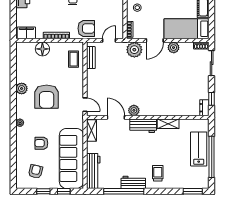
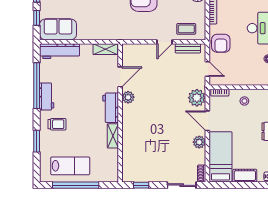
door: (85, 105) -> (165, 42), moved
dresser: (204, 108) -> (131, 177), removed
lab bench: (199, 149) -> (70, 166), moved
sofa: (71, 158) -> (58, 29), width x0.54, depth x0.79
window: (193, 191) -> (37, 141), moved

